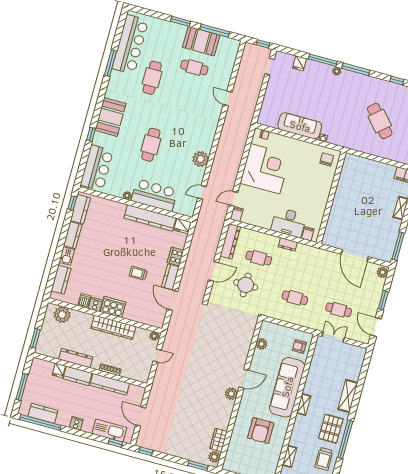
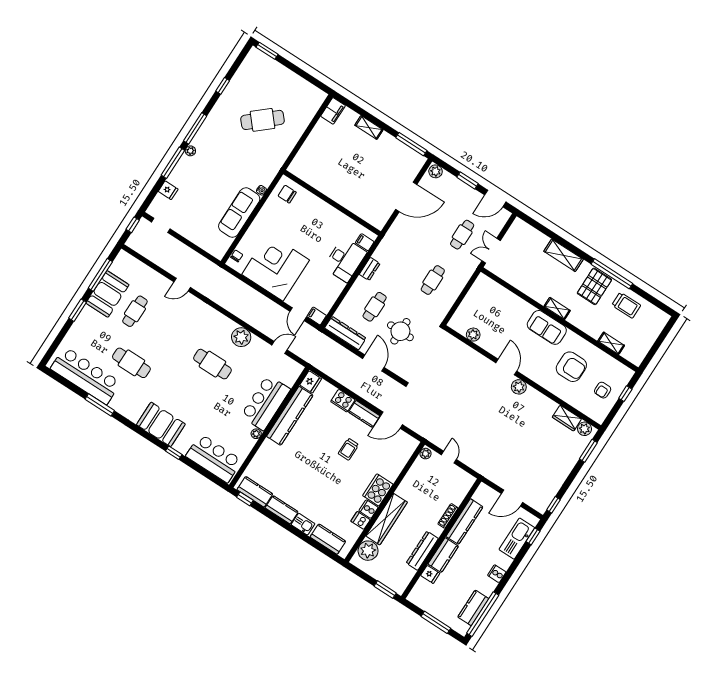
cafe table: (151, 145) -> (212, 364), moved
door: (202, 192) -> (279, 348), swing flipped
wardrobe: (113, 327) -> (387, 519), moved
armchair: (299, 347) -> (603, 390), moved
sofa: (287, 387) -> (547, 327), width x0.54, depth x0.79
pallet: (331, 429) -> (594, 286), turned 90

